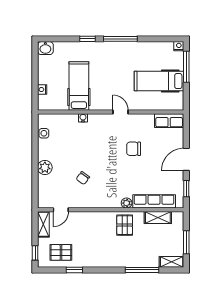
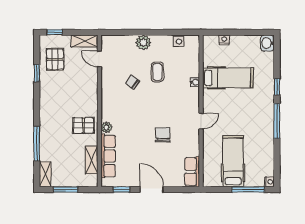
coffee table: (73, 154) -> (157, 72), added

